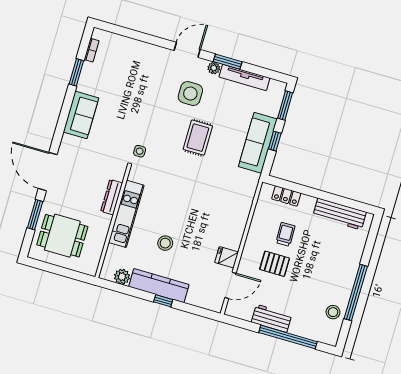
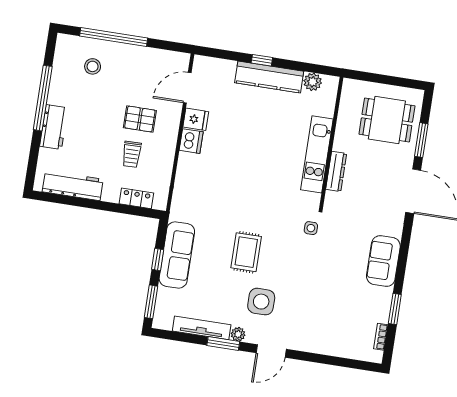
dishwasher: (233, 239) -> (191, 141), added
stool: (165, 243) -> (268, 127), removed
stool: (333, 312) -> (93, 66), moved
workbench: (272, 318) -> (54, 127), moved, turned -90

